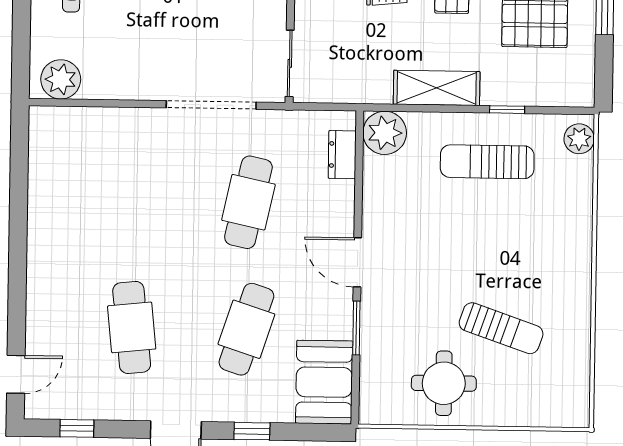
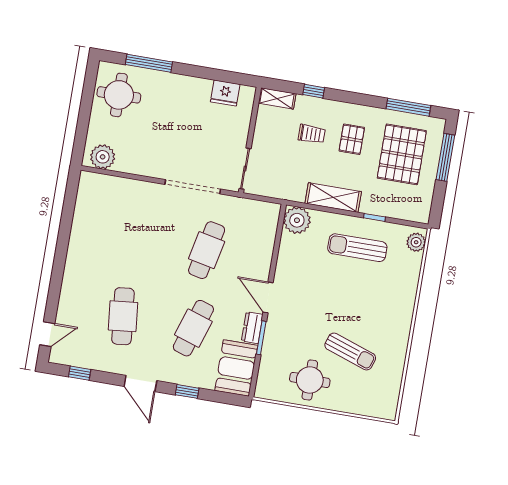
dresser: (342, 155) -> (252, 328), moved

